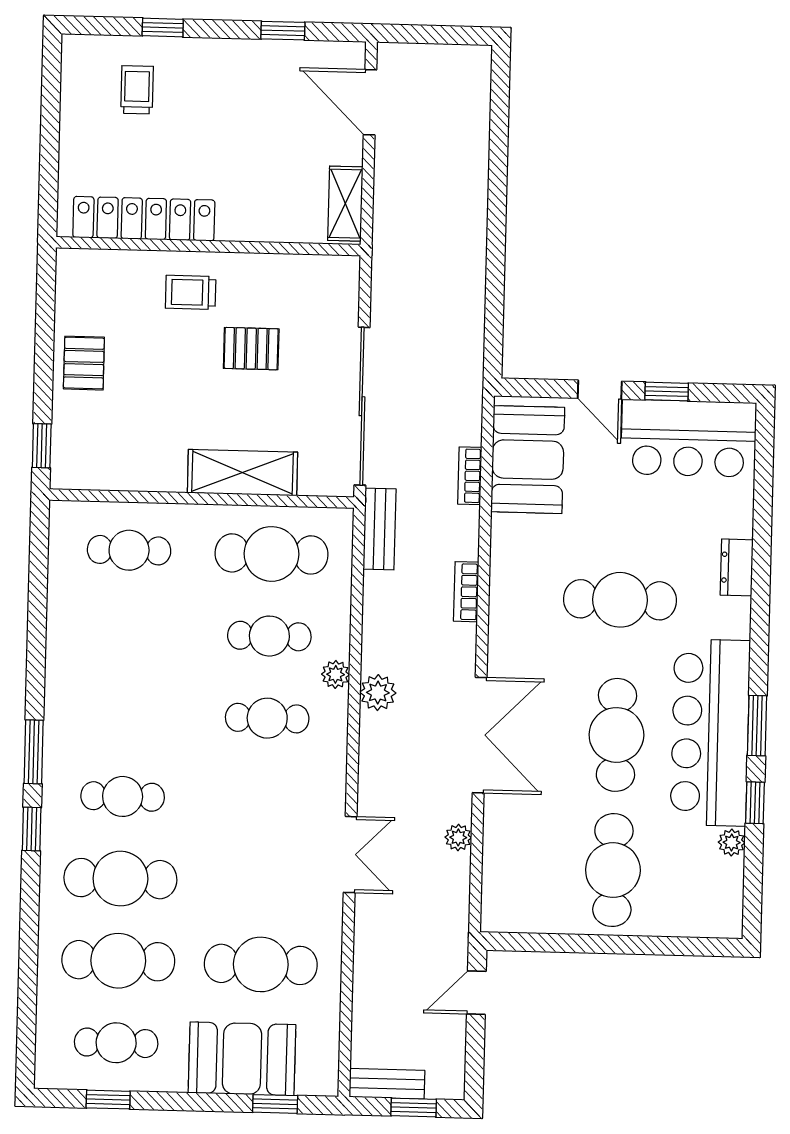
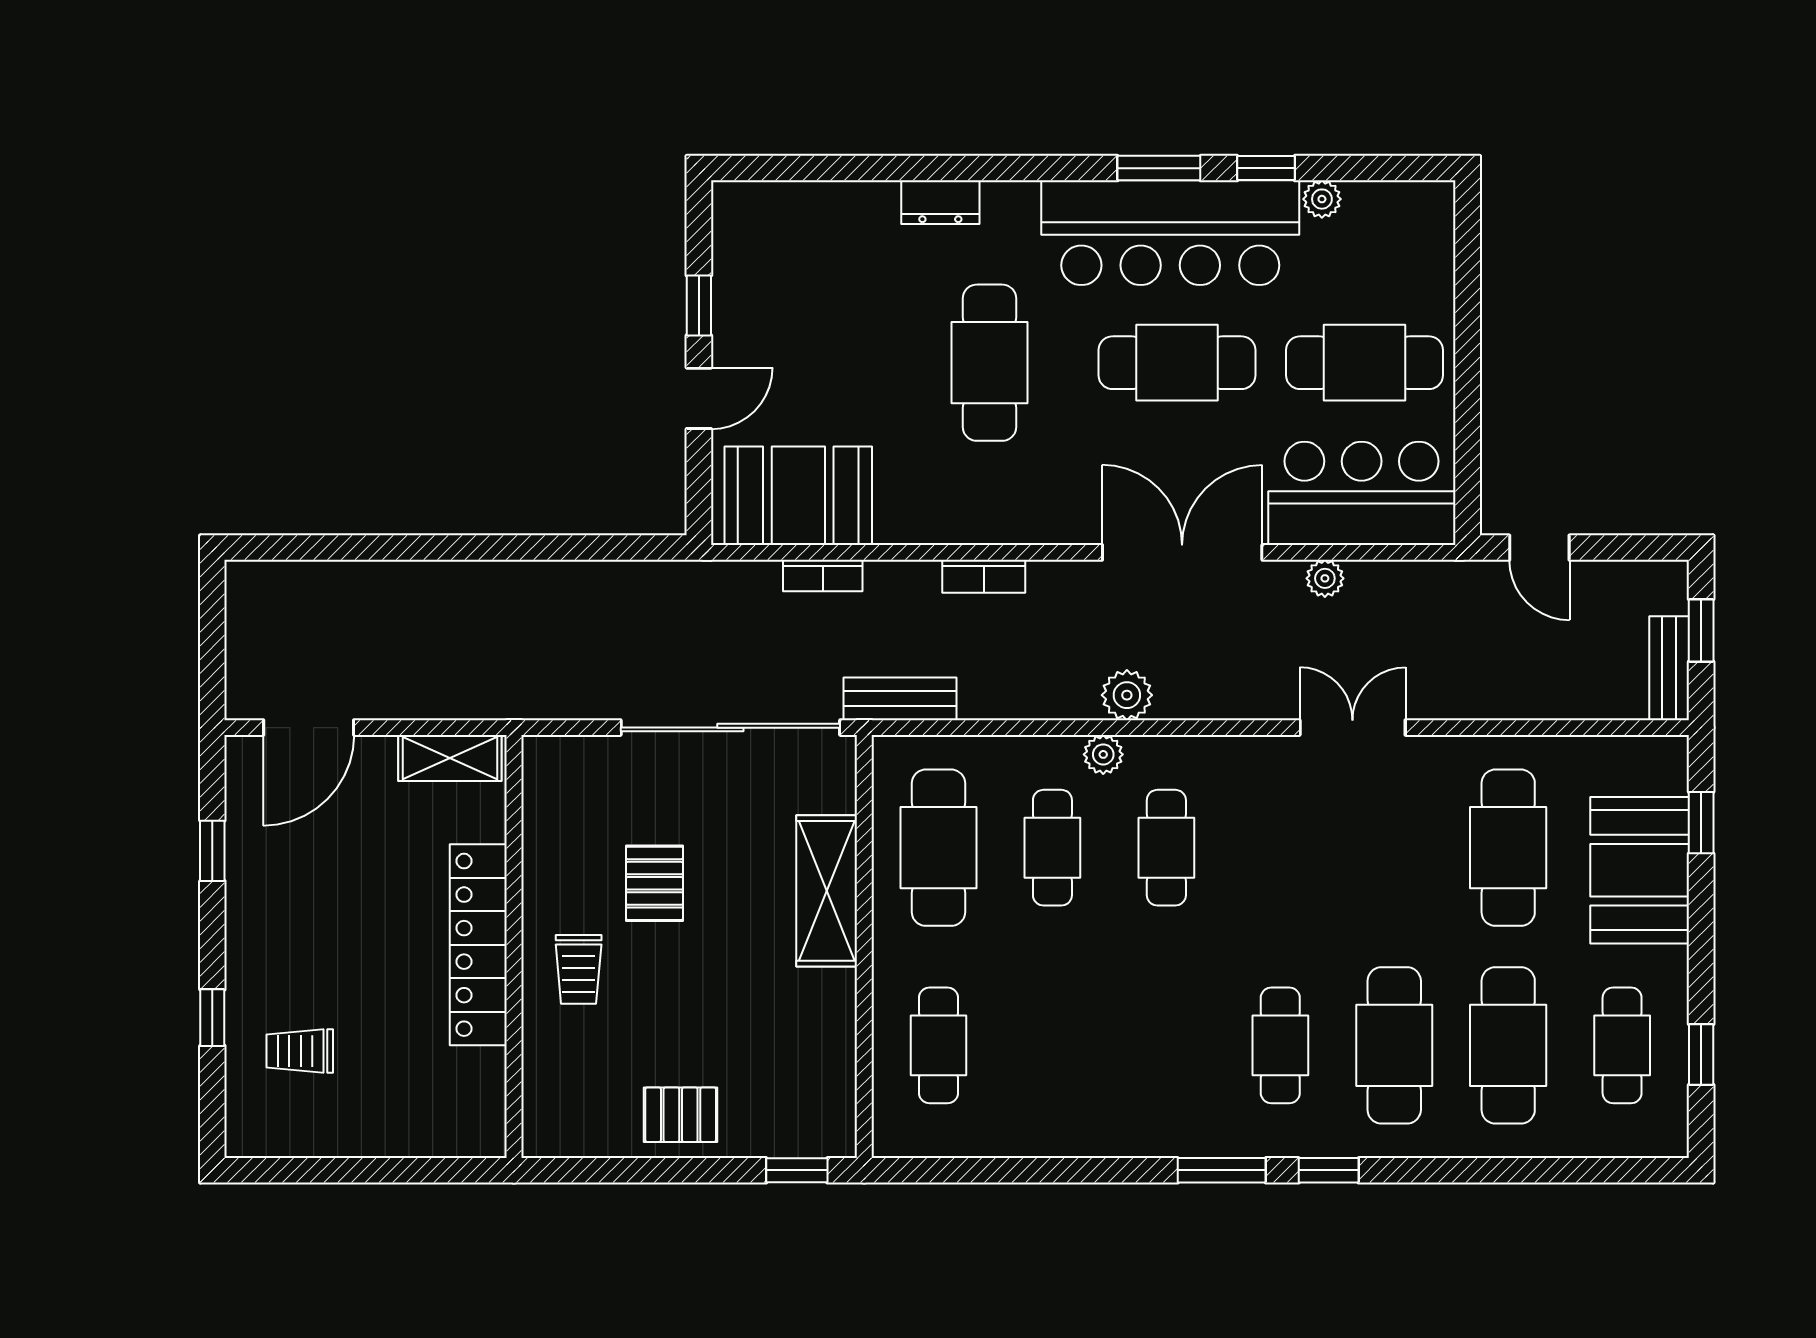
locker: (144, 219) -> (478, 945), moved
bar counter: (689, 438) -> (1362, 493), moved, turned -90

